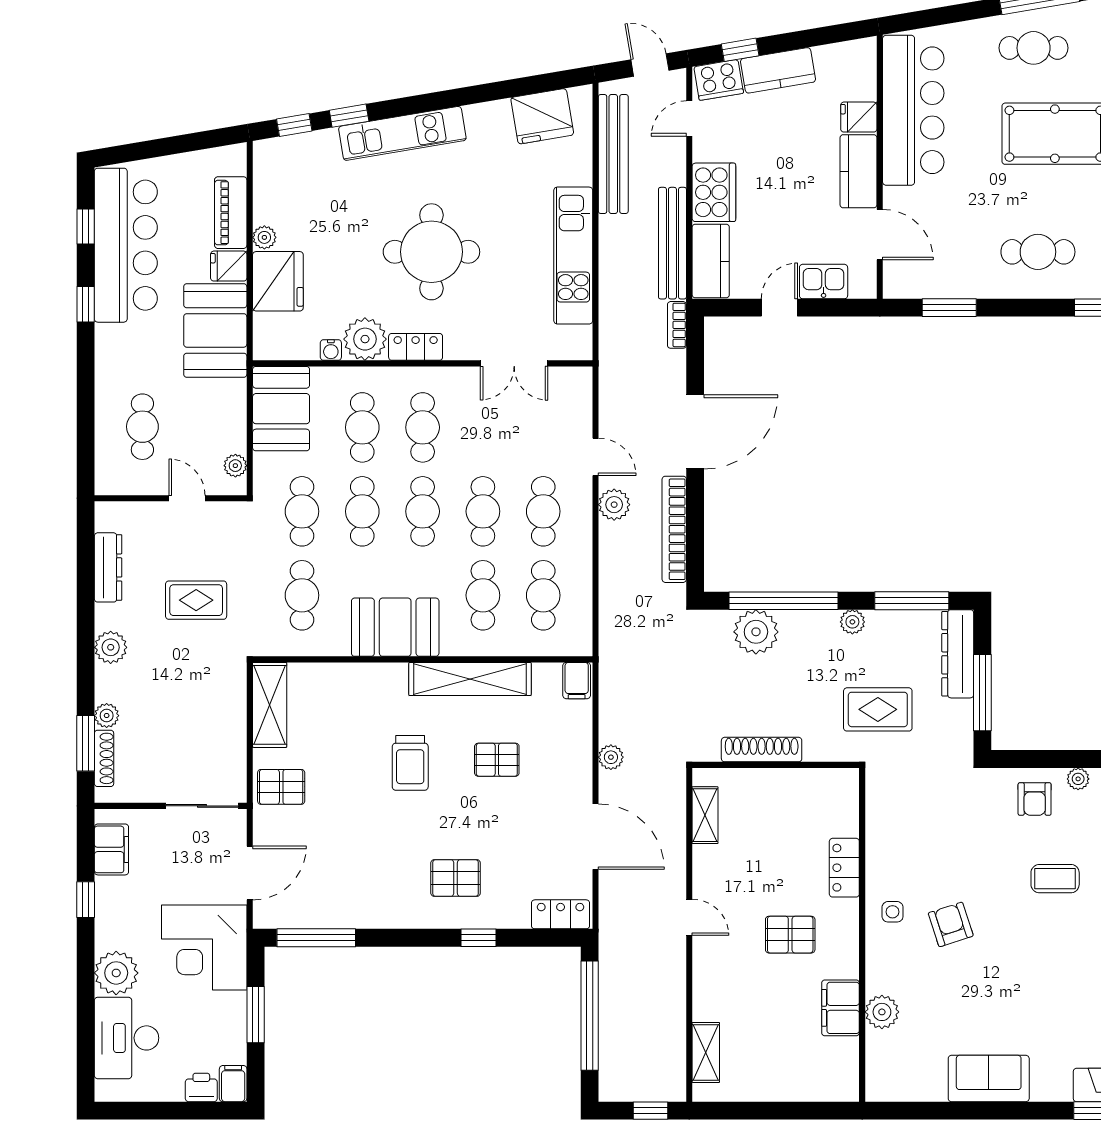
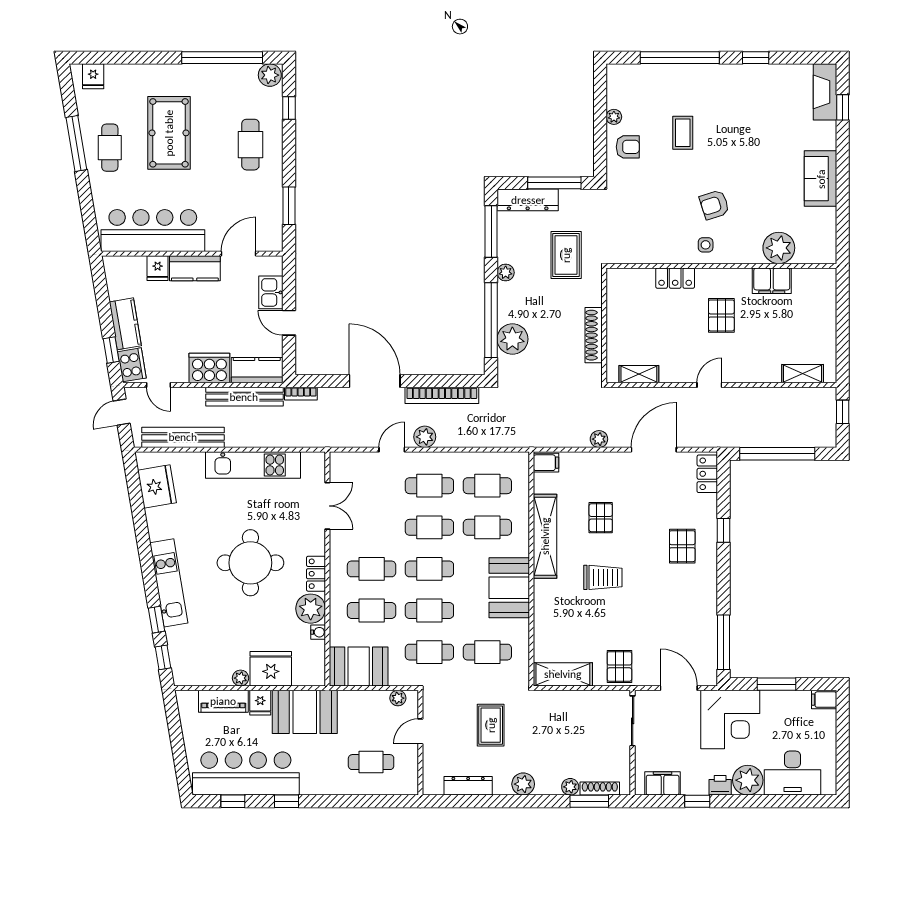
plant: (882, 1012) -> (779, 248), width x1.36, depth x1.36
printer: (201, 1087) -> (720, 785), moved, turned 90

